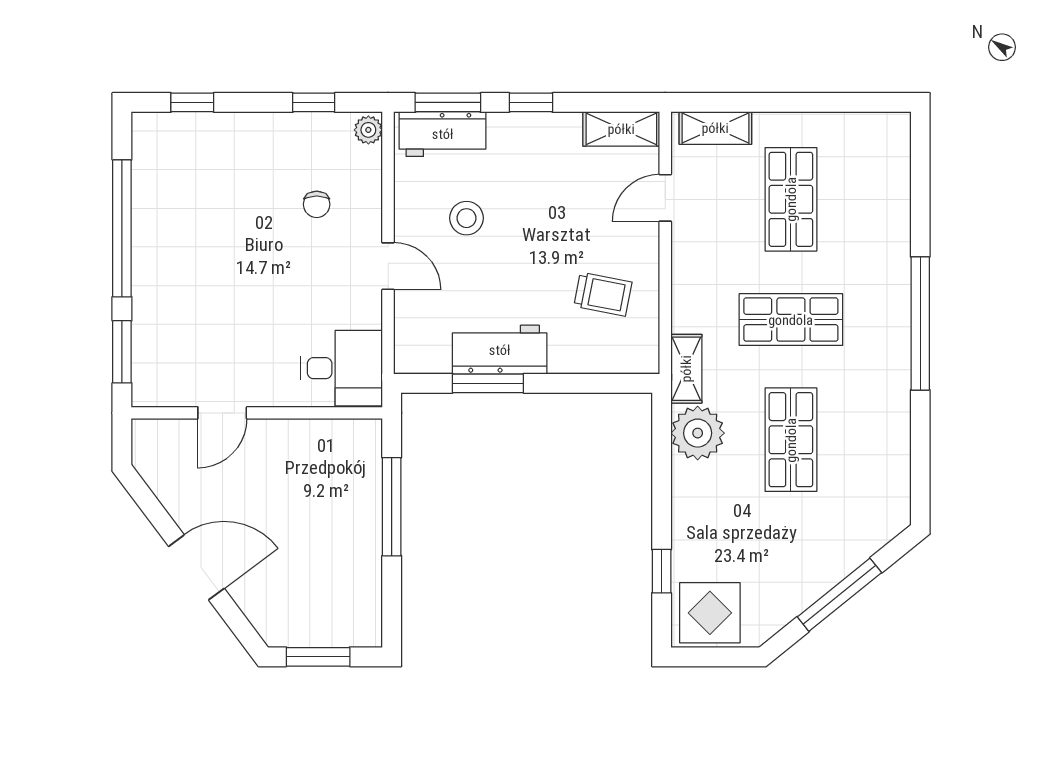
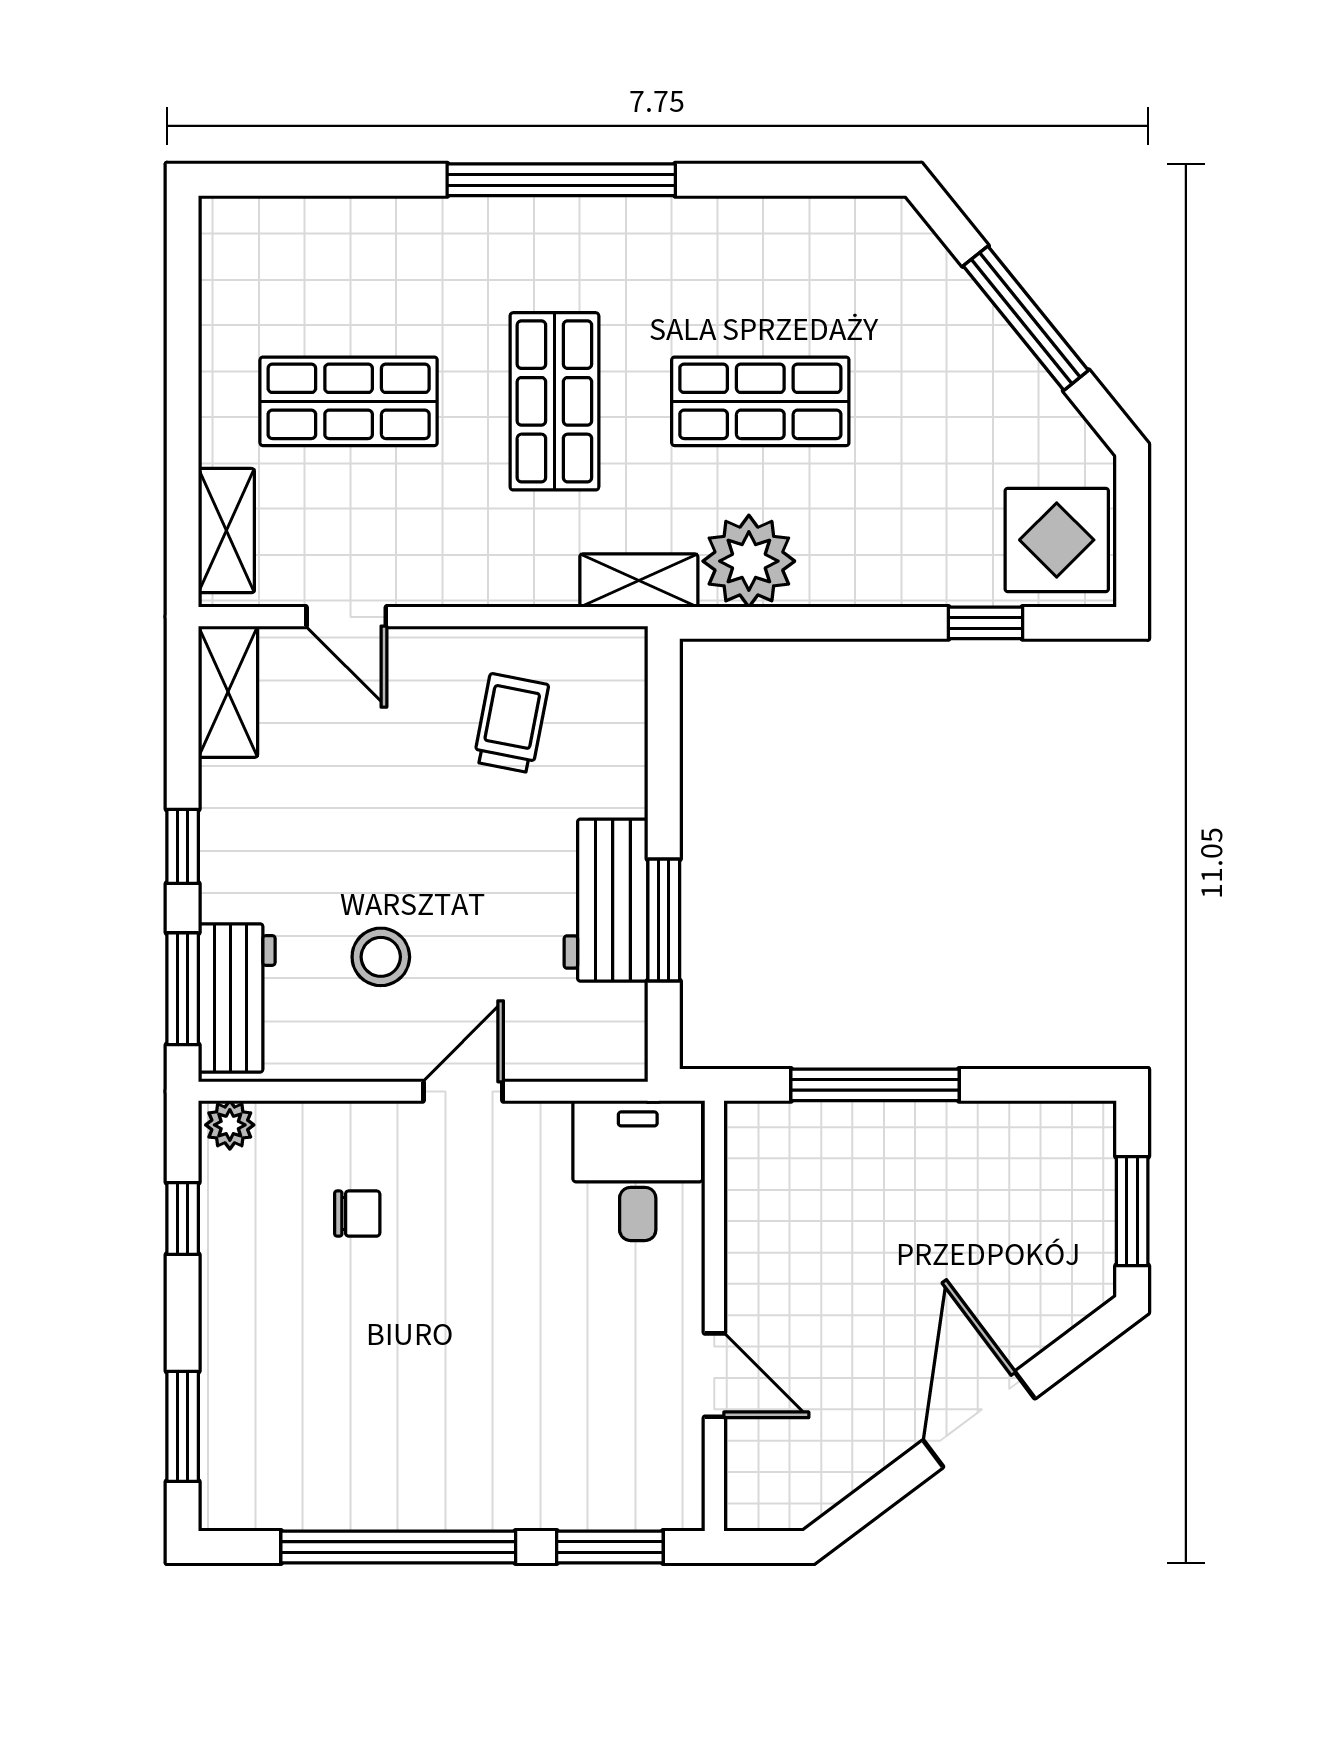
window: (192, 102) -> (183, 1426), width x1.50

